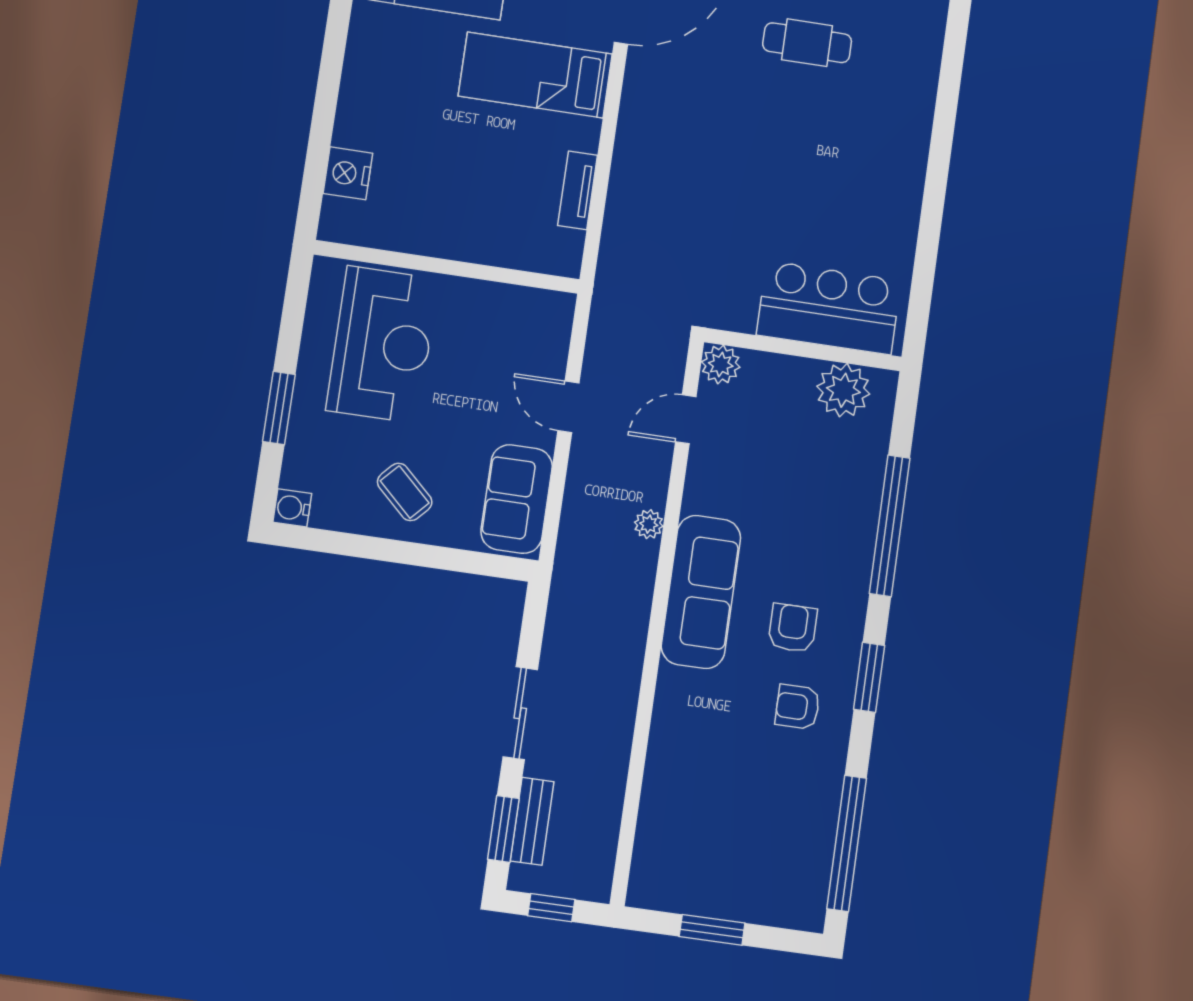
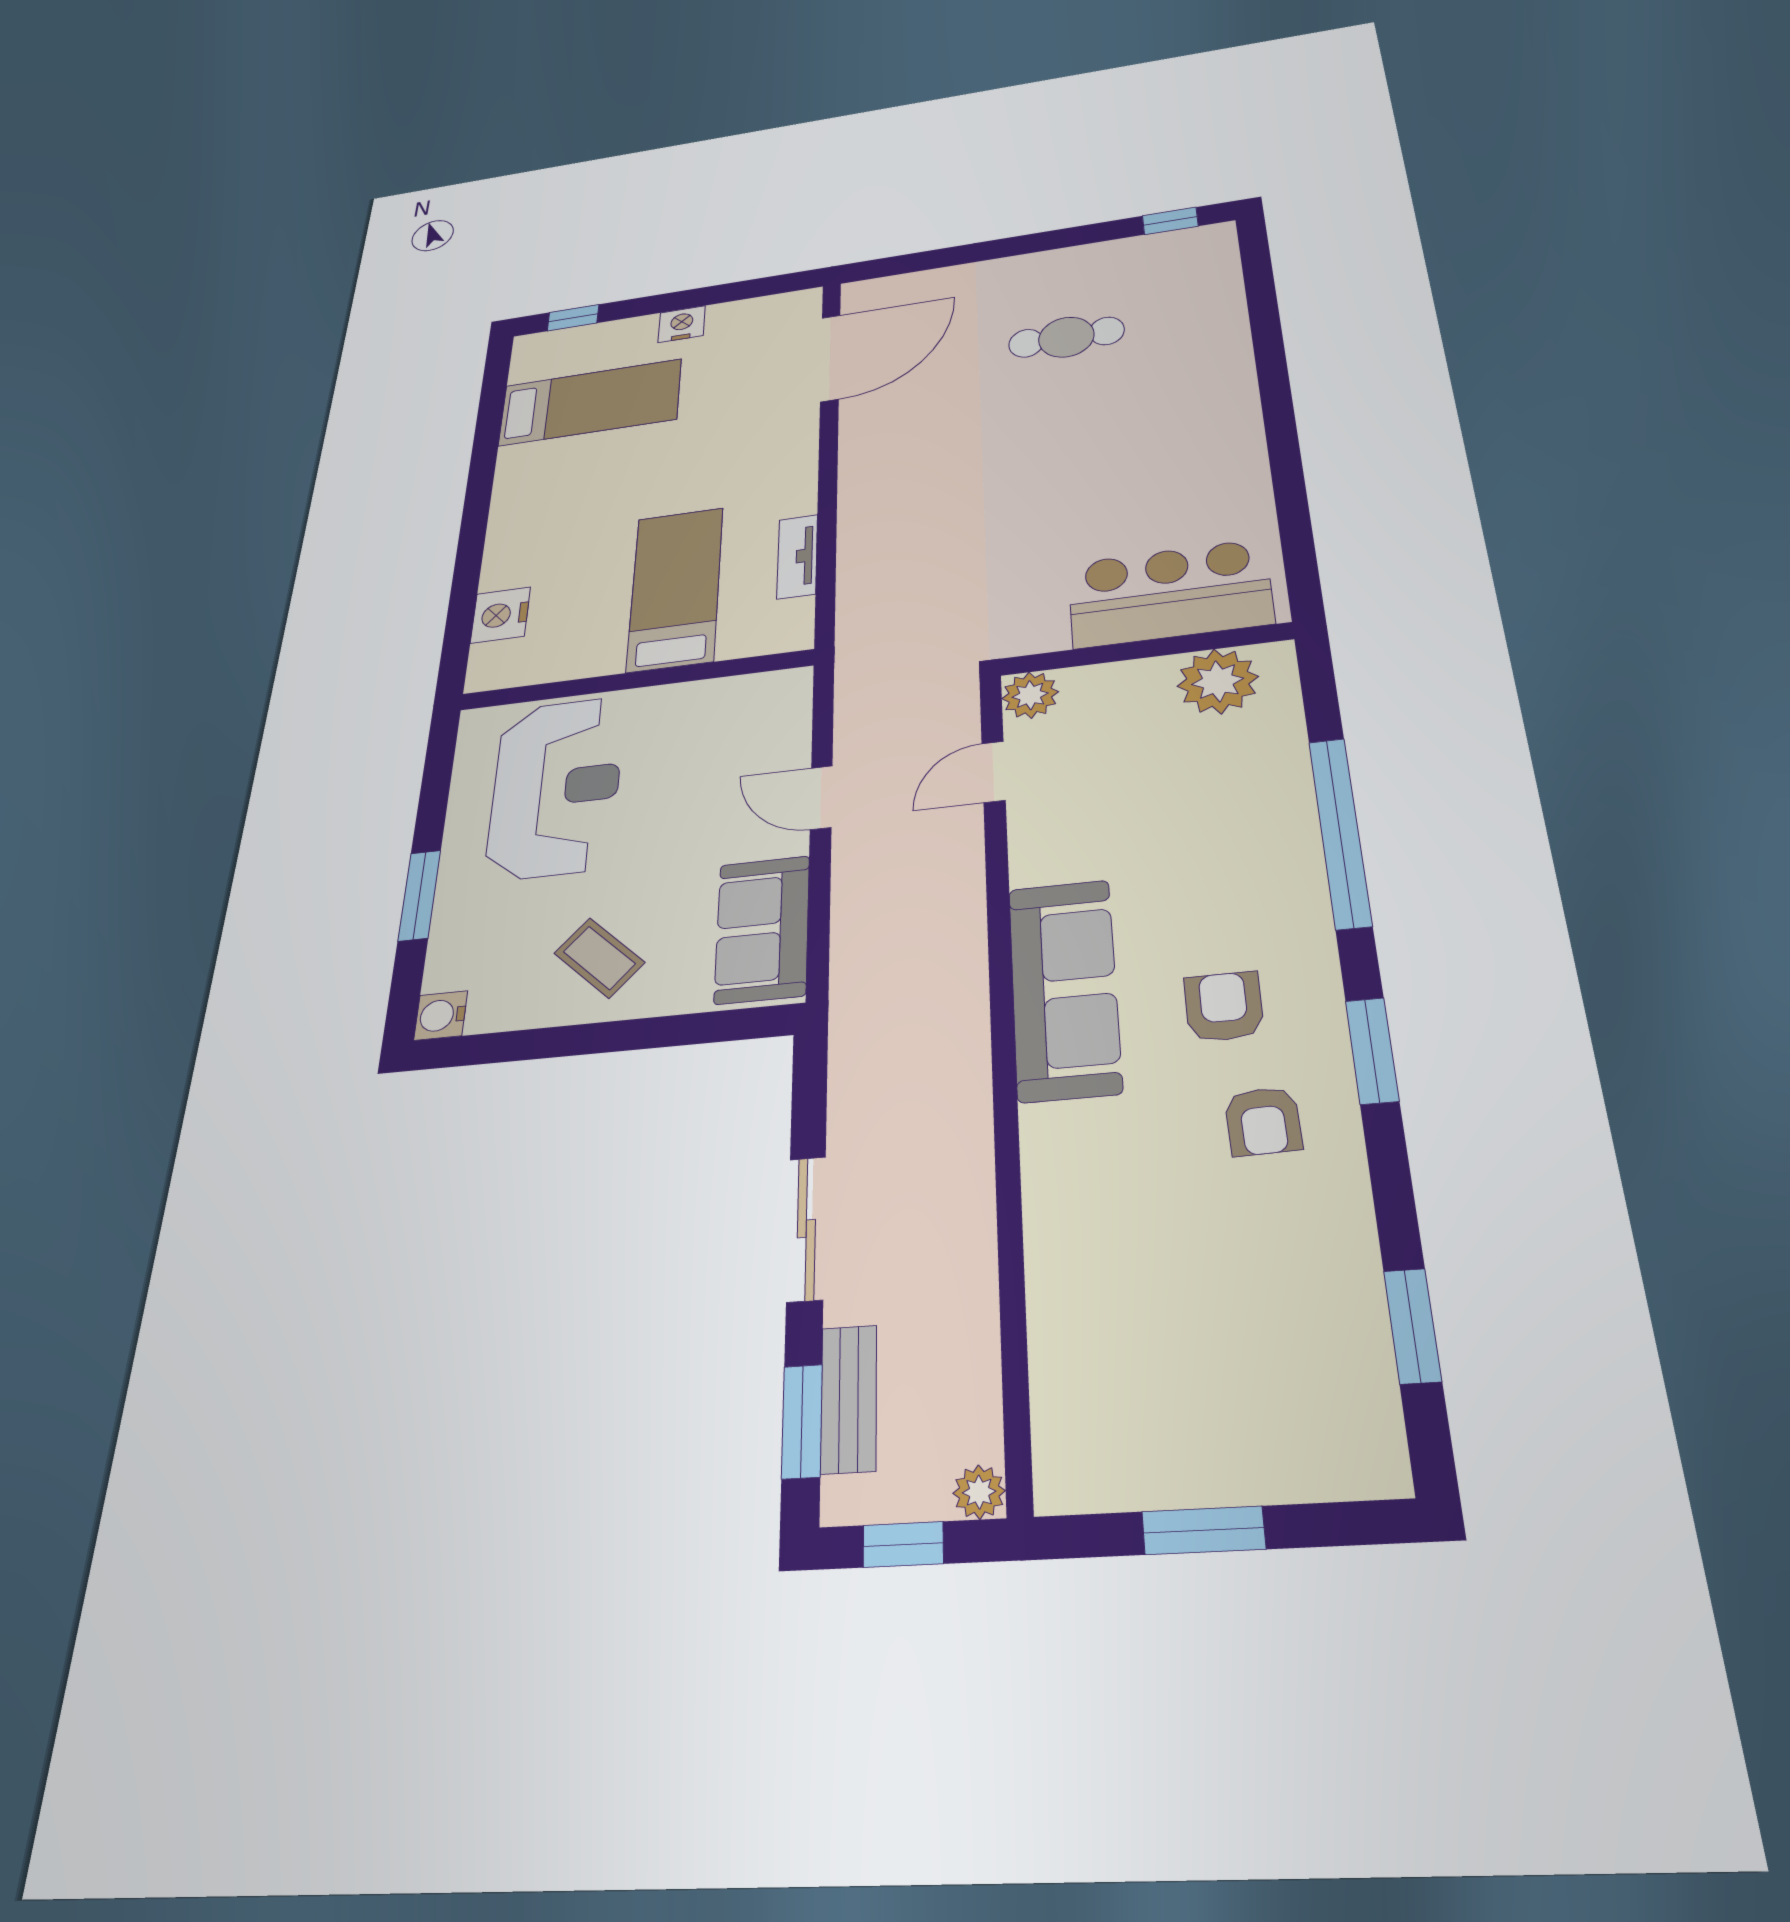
bed: (535, 75) -> (675, 589), moved, turned 90
plant: (649, 524) -> (979, 1492), moved
armchair: (798, 707) -> (1263, 1121), turned -92
window: (847, 843) -> (1412, 1326), width x0.47

